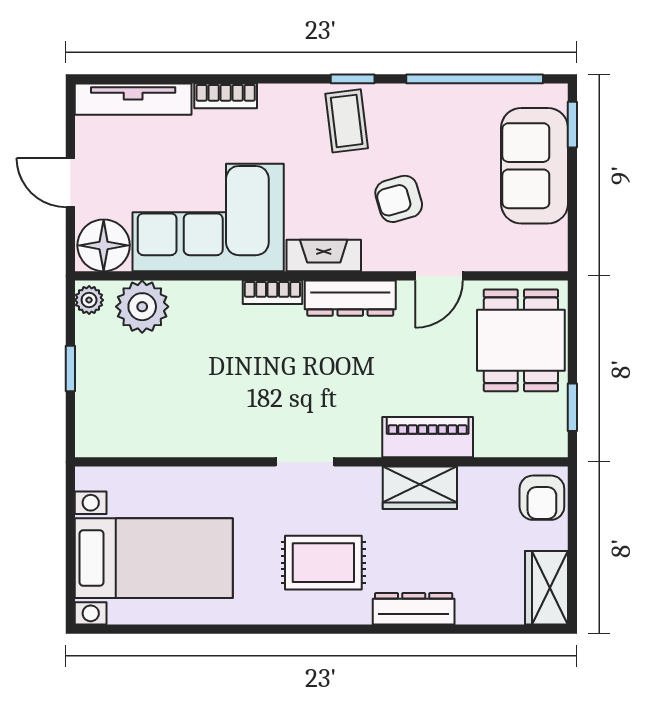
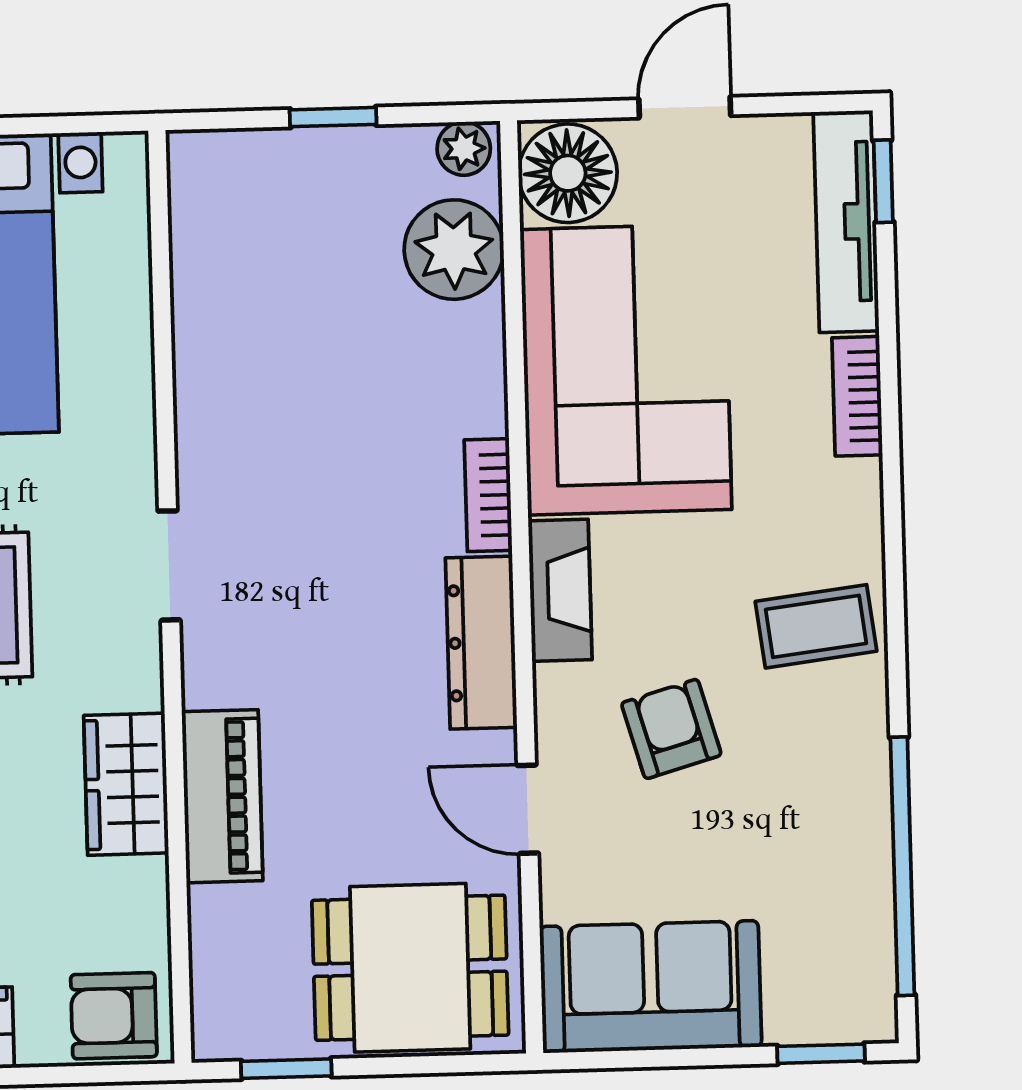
window: (353, 79) -> (883, 181), moved
sofa: (535, 166) -> (651, 987), moved

